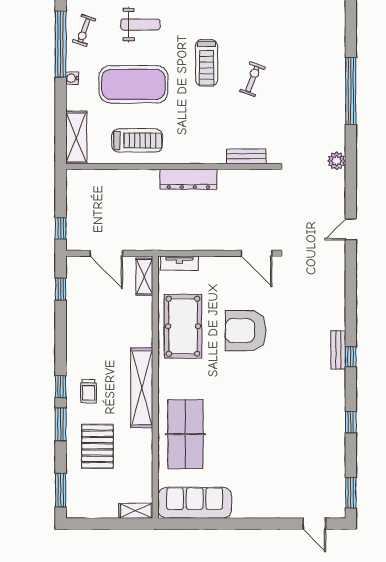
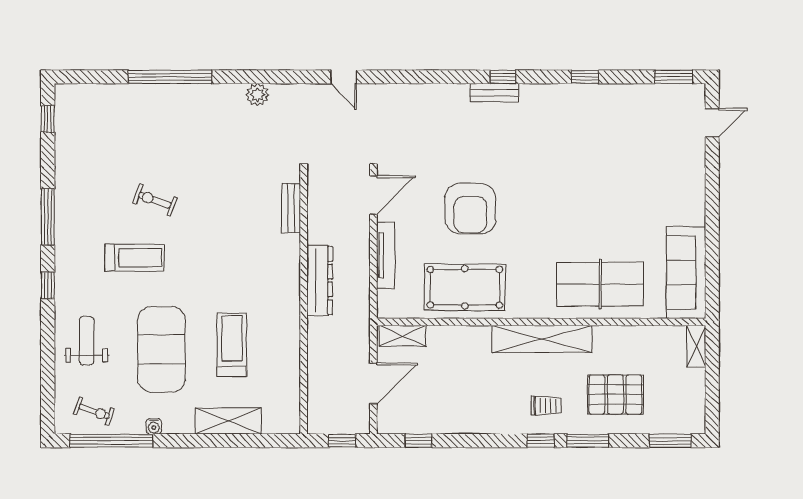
bench: (246, 156) -> (291, 208), moved
wall: (171, 166) -> (304, 302), moved
dresser: (188, 179) -> (320, 281), moved
tv unit: (179, 263) -> (386, 255), moved, width x1.41

